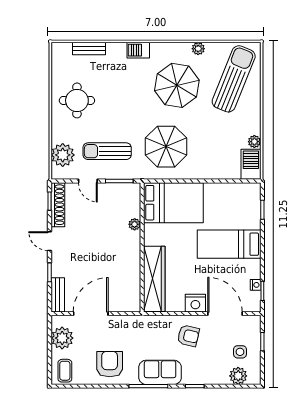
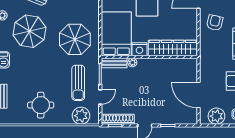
bench: (58, 295) -> (114, 63), moved
nightstand: (195, 303) -> (139, 49), moved, turned 90

